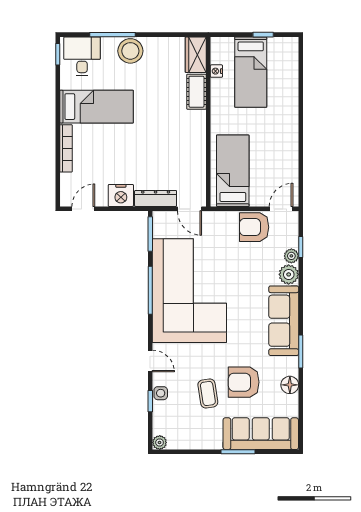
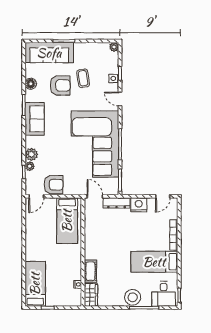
bed: (251, 72) -> (35, 284), moved
sofa: (284, 321) -> (35, 119), width x0.73

